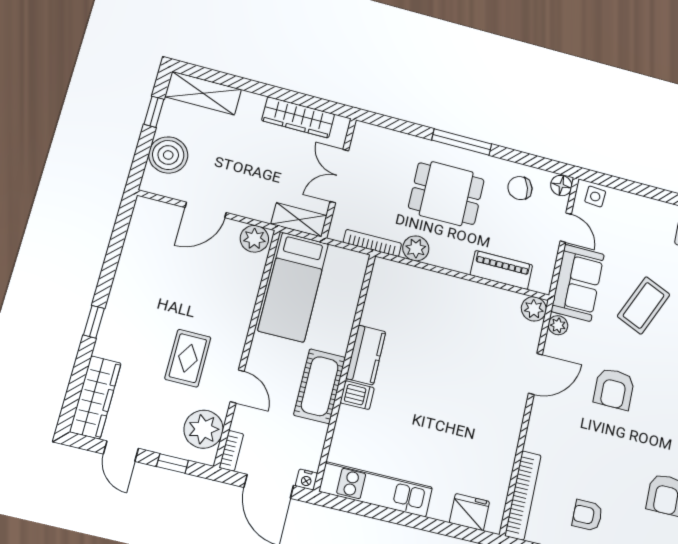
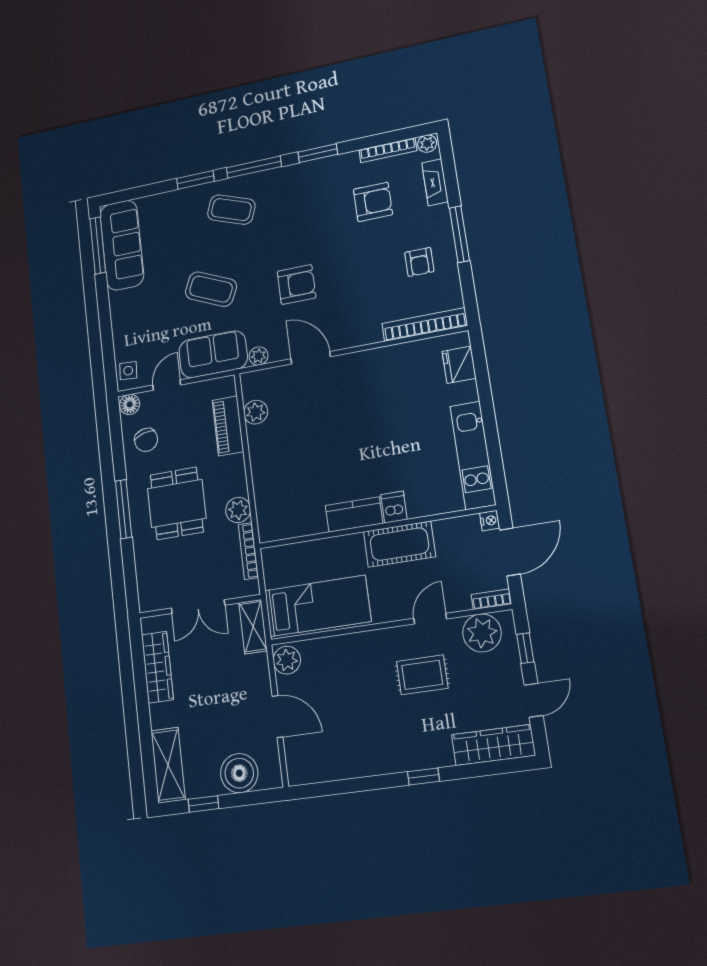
plant: (534, 309) -> (256, 412), moved

